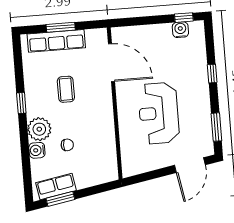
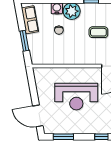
reception desk: (159, 113) -> (76, 97), turned 180
window: (60, 199) -> (24, 41), moved

